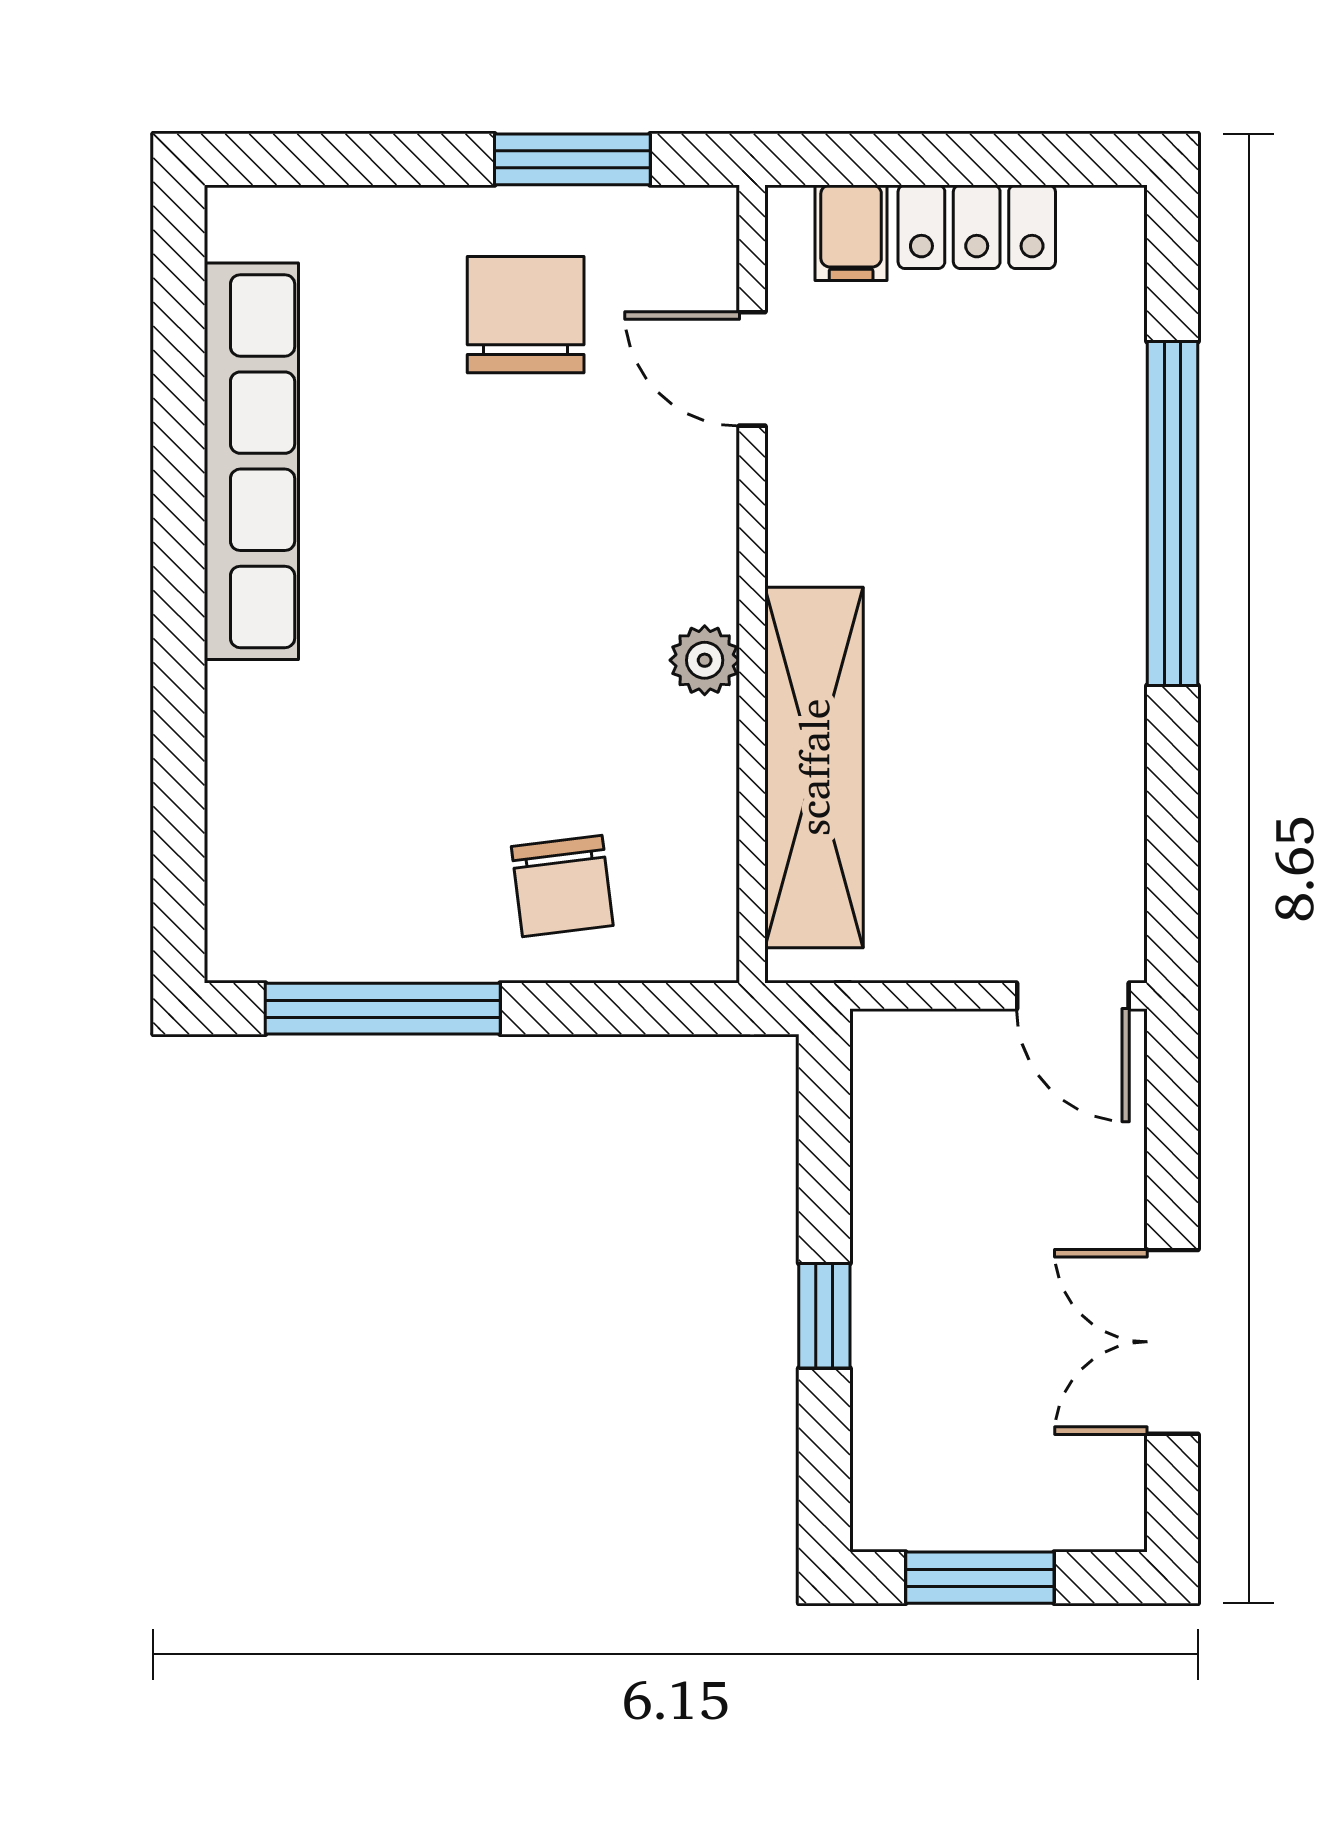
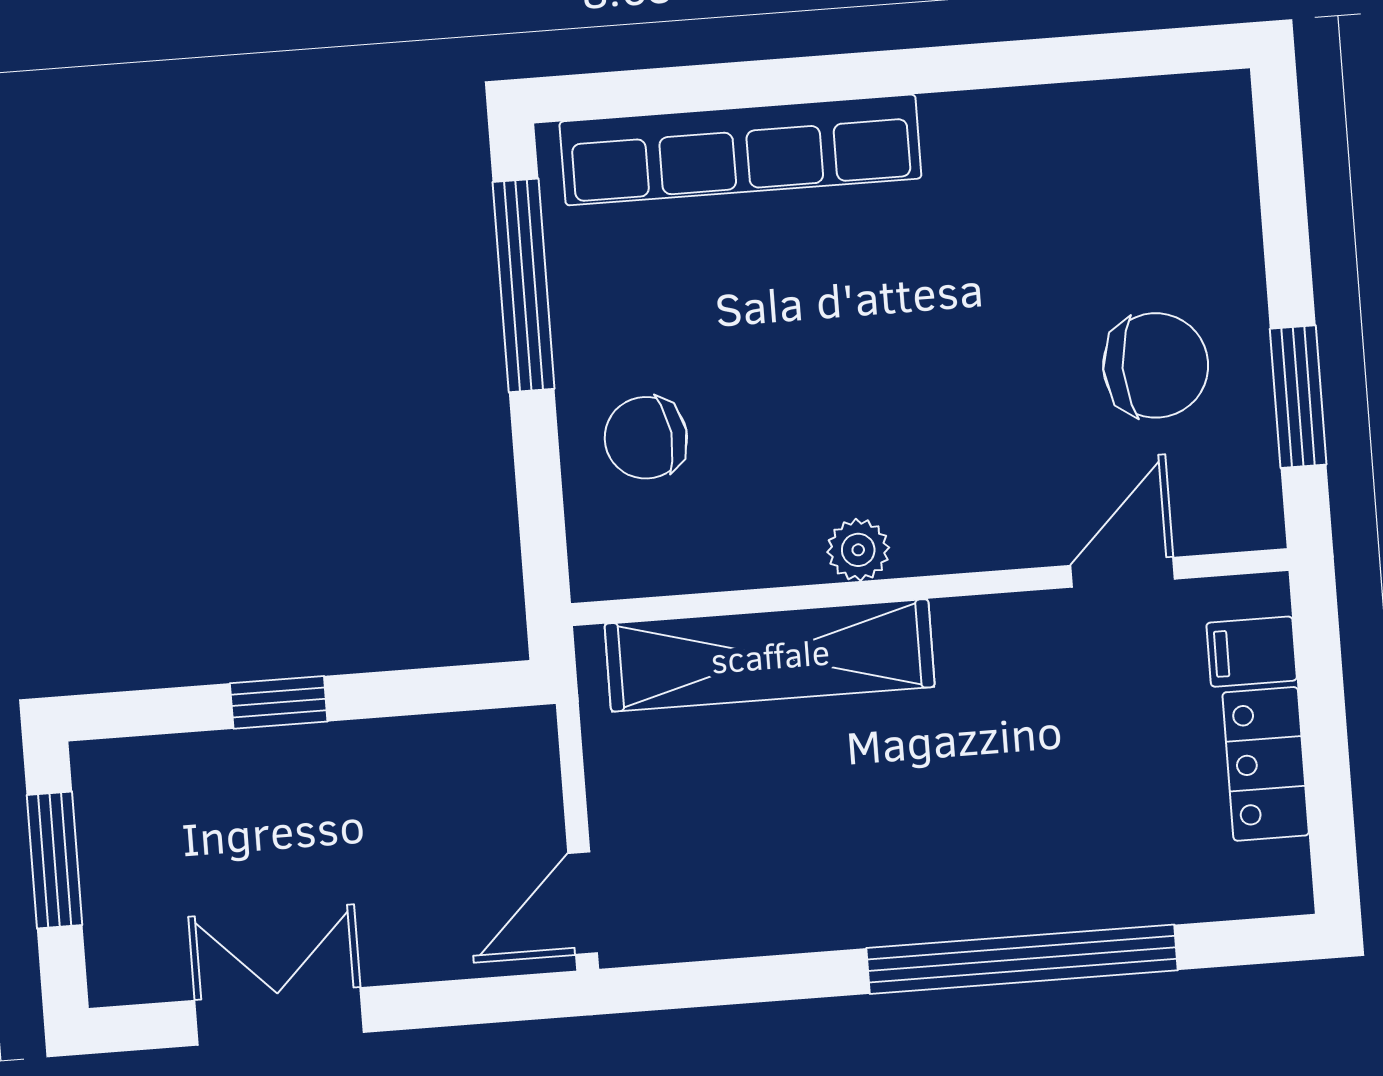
row of seats: (251, 461) -> (740, 150), moved

